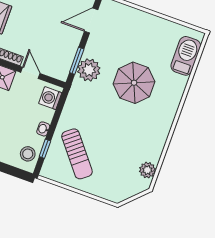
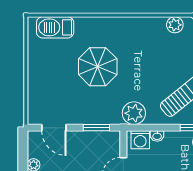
plant: (89, 70) -> (134, 113), moved
washbasin: (43, 129) -> (157, 136), moved

